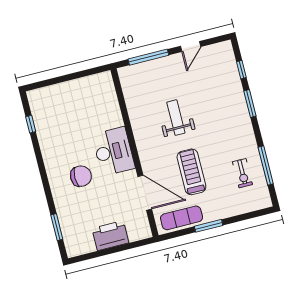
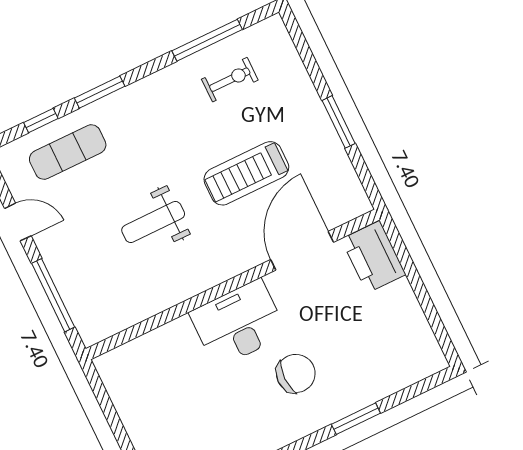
chair: (81, 176) -> (296, 373), turned 90
exercise mat: (182, 218) -> (68, 152), moved, turned 90
window: (57, 227) -> (356, 419), moved
printer: (110, 236) -> (373, 257), moved

